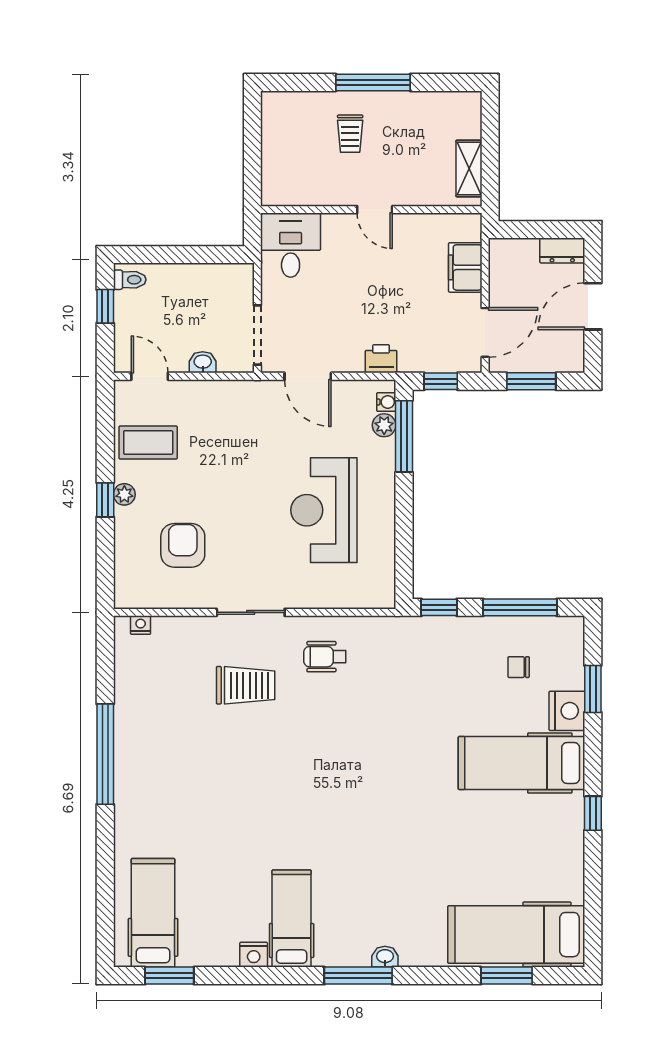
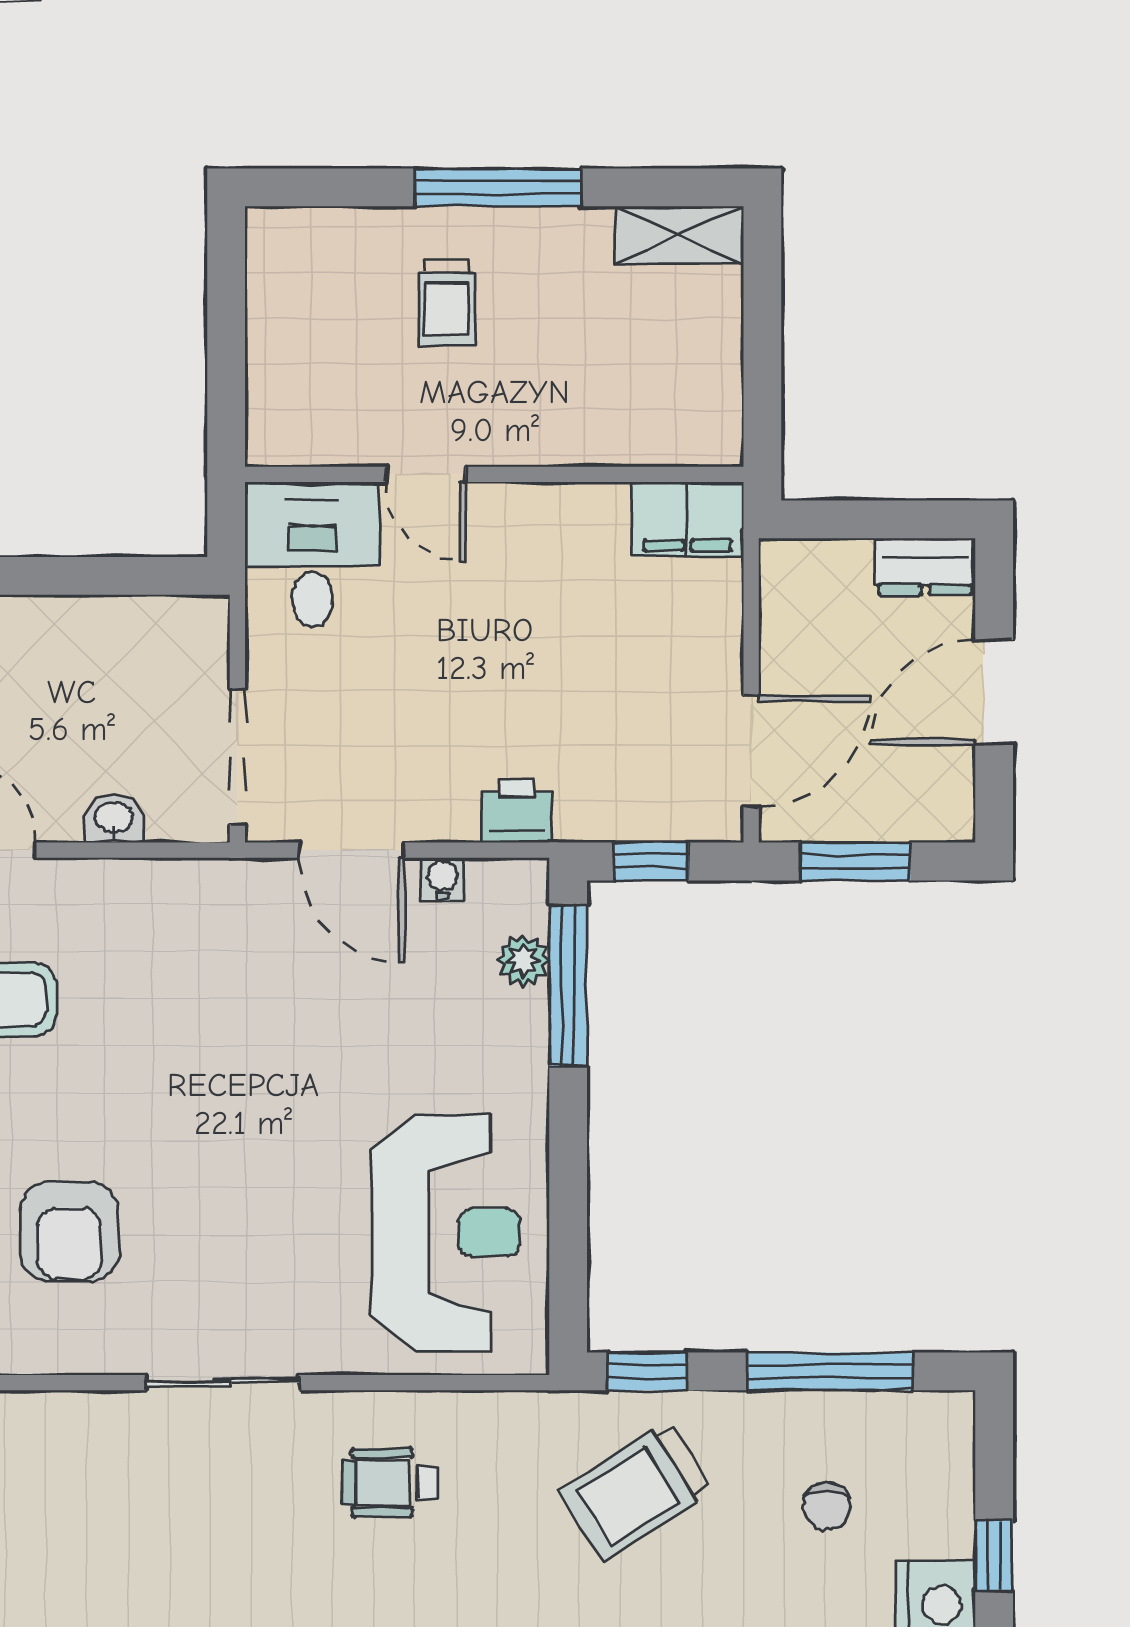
shelving: (469, 168) -> (680, 235), moved, turned 90
door: (375, 210) -> (425, 474), moved
filing cabinet: (465, 267) -> (688, 519), moved, turned -90
water cooler: (386, 402) -> (443, 879), moved, turned -90
reception desk: (324, 510) -> (446, 1233), moved, turned 180
armchair: (183, 545) -> (69, 1232), turned 180
chair: (519, 667) -> (827, 1506), turned -90
trolley: (246, 685) -> (635, 1491), moved, turned 147
window: (593, 689) -> (994, 1555), width x0.67

